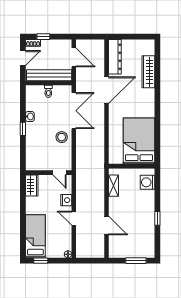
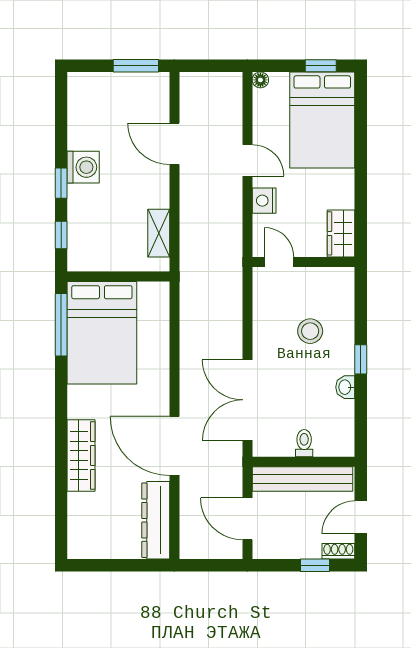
wardrobe: (148, 72) -> (81, 455), moved
door: (107, 90) -> (174, 446), hinge flipped
stool: (62, 137) -> (310, 331), moved
window: (157, 144) -> (61, 325), added
washing machine: (147, 182) -> (83, 167), moved
window: (157, 185) -> (61, 235), added
window: (157, 218) -> (61, 183), moved
bed: (35, 236) -> (322, 120), width x1.50
window: (136, 261) -> (136, 66), moved

